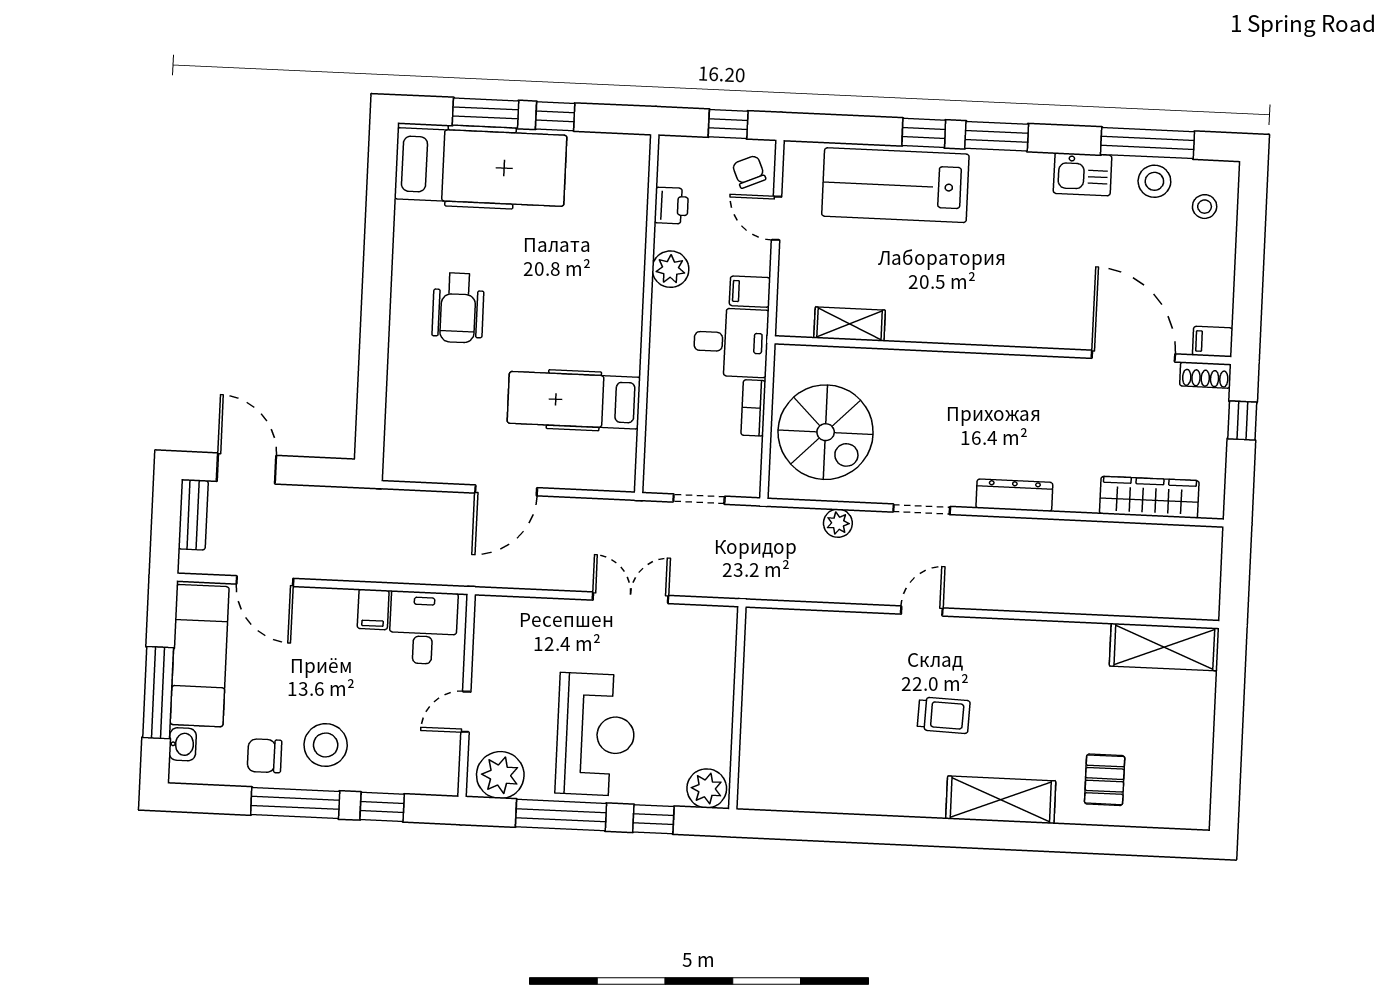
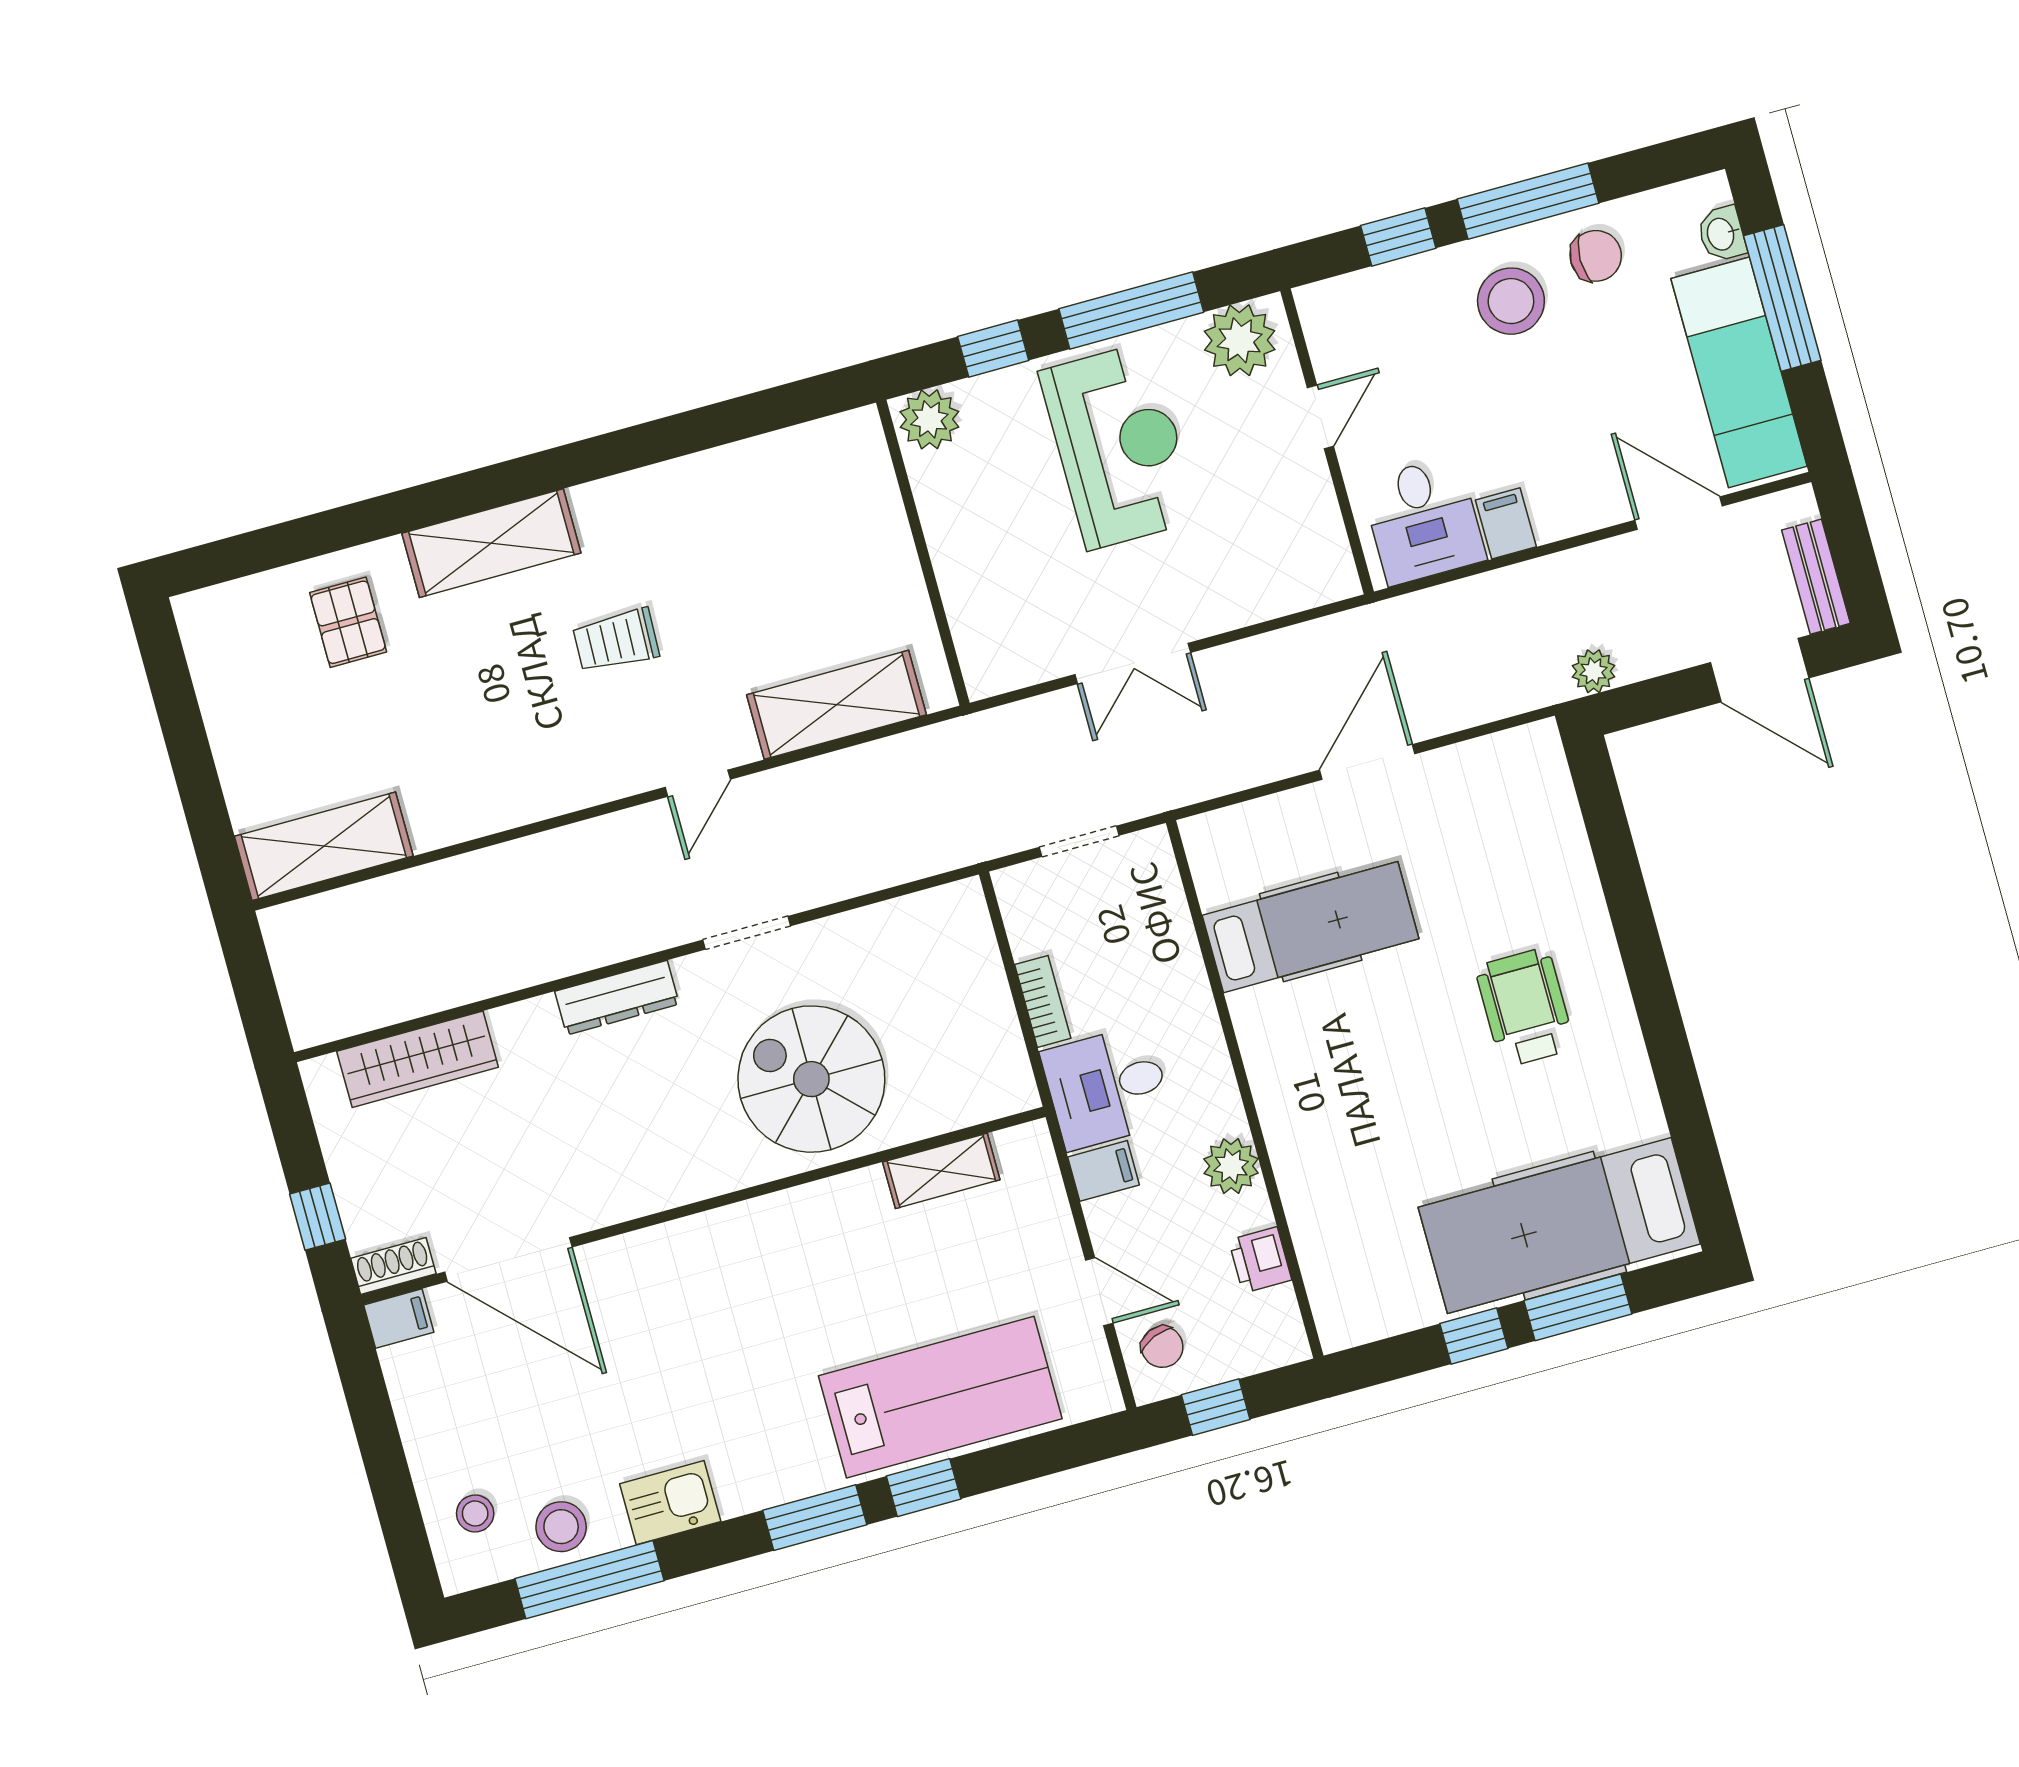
spiral stairs: (826, 432) -> (811, 1079), moved
plant: (838, 523) -> (1594, 671), moved
shelving: (821, 632) -> (836, 705), added
reception desk: (596, 734) -> (1119, 446), turned 180

